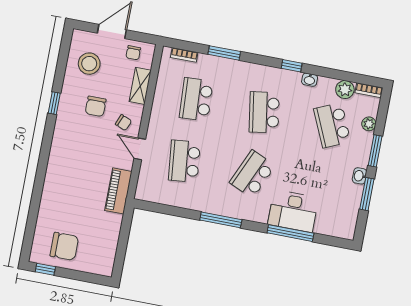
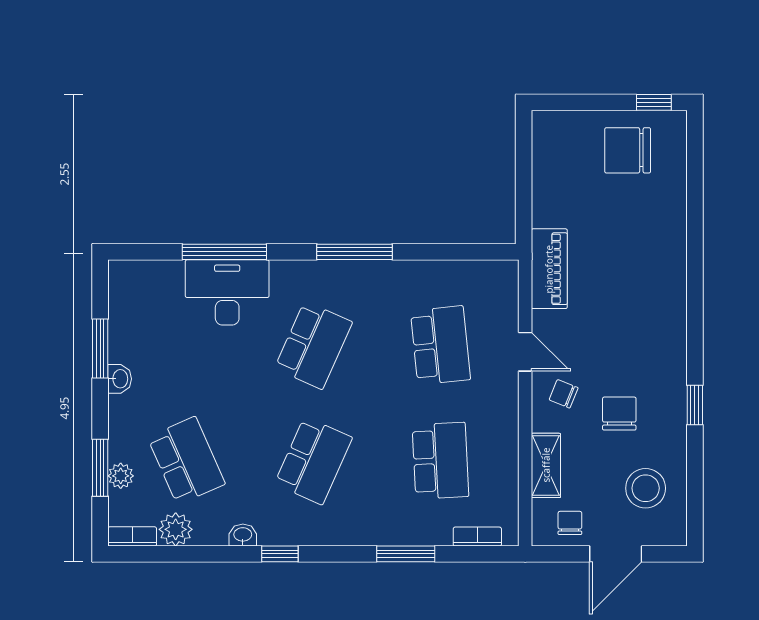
school desk: (264, 112) -> (313, 461), turned 33
window: (375, 151) -> (100, 468), moved

